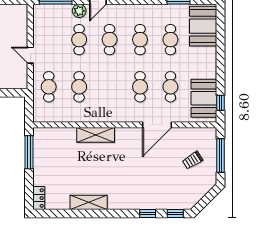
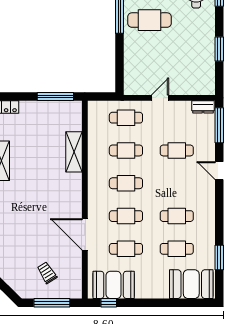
plant: (79, 11) -> (208, 150), removed
dresser: (39, 15) -> (203, 107), added
cafe table: (110, 40) -> (126, 183), moved
shelving: (96, 135) -> (74, 152), moved

